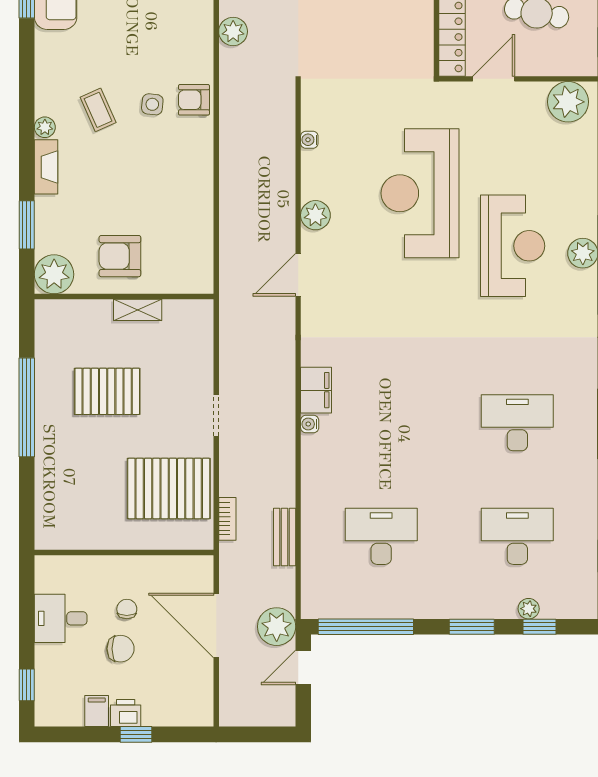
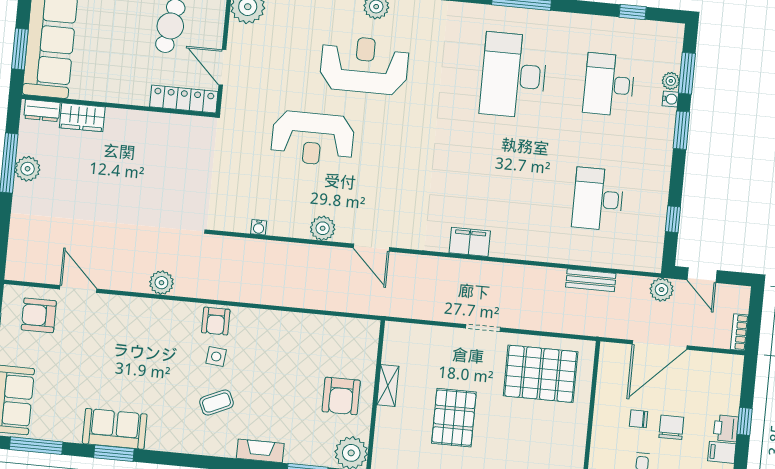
plant: (45, 127) -> (227, 449), removed
reception desk: (420, 193) -> (313, 139), width x0.74, depth x0.77
desk: (517, 423) -> (514, 75), width x1.36, depth x1.30
water cooler: (310, 424) -> (670, 99), moved, turned -90
pallet: (169, 489) -> (541, 374), turned 90
bookcase: (227, 519) -> (739, 332), moved, turned -90
plant: (277, 627) -> (662, 290), width x0.73, depth x0.73
window: (366, 627) -> (673, 219), width x0.32
window: (539, 627) -> (687, 73), width x1.50

